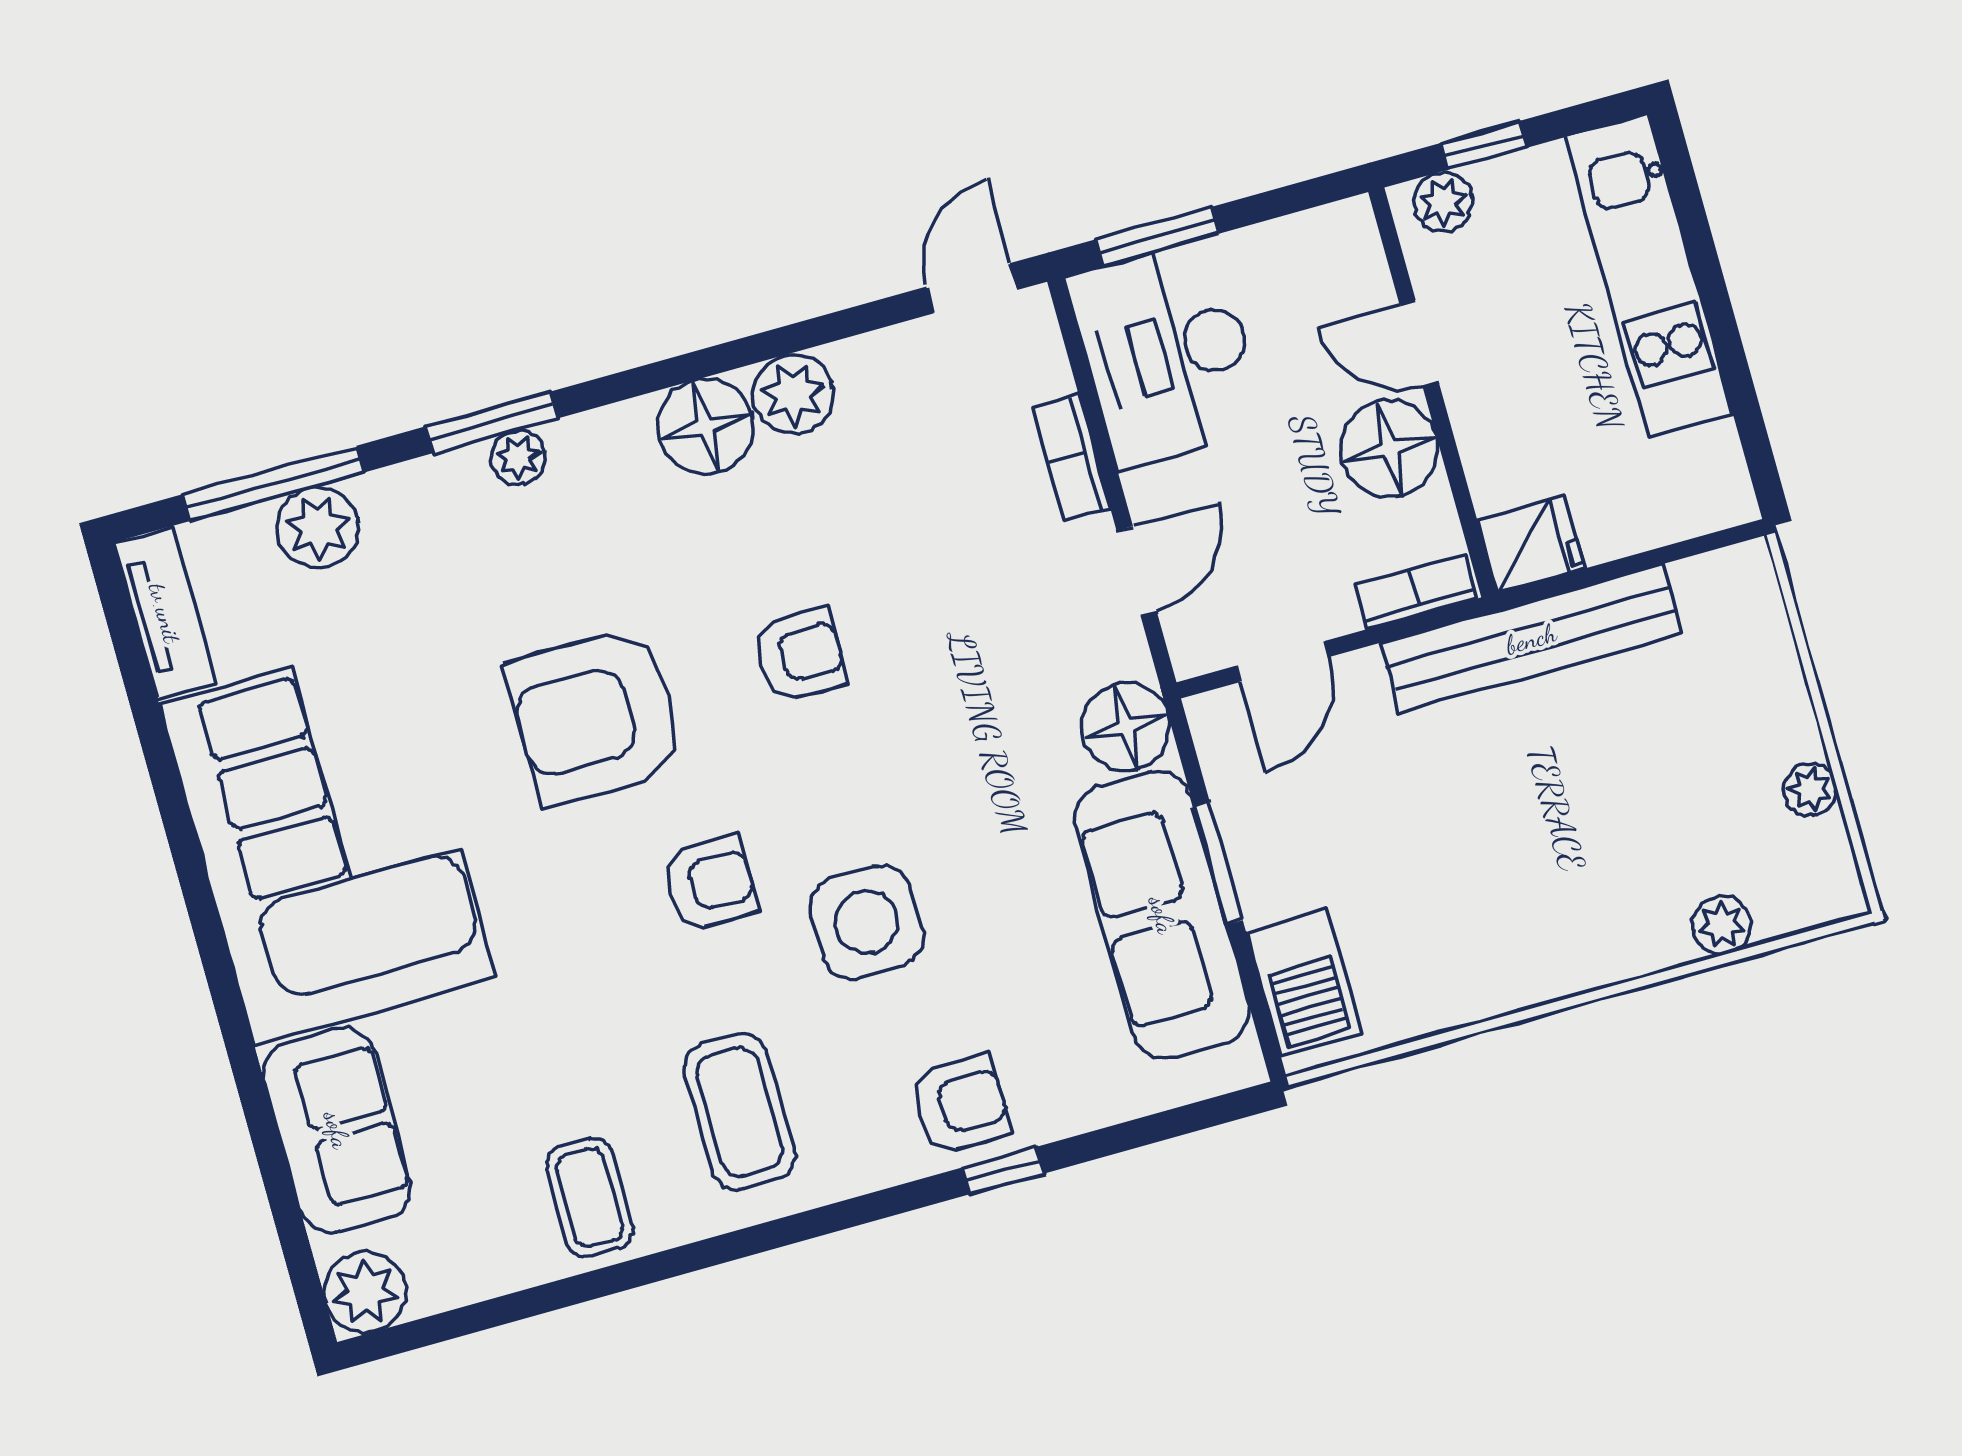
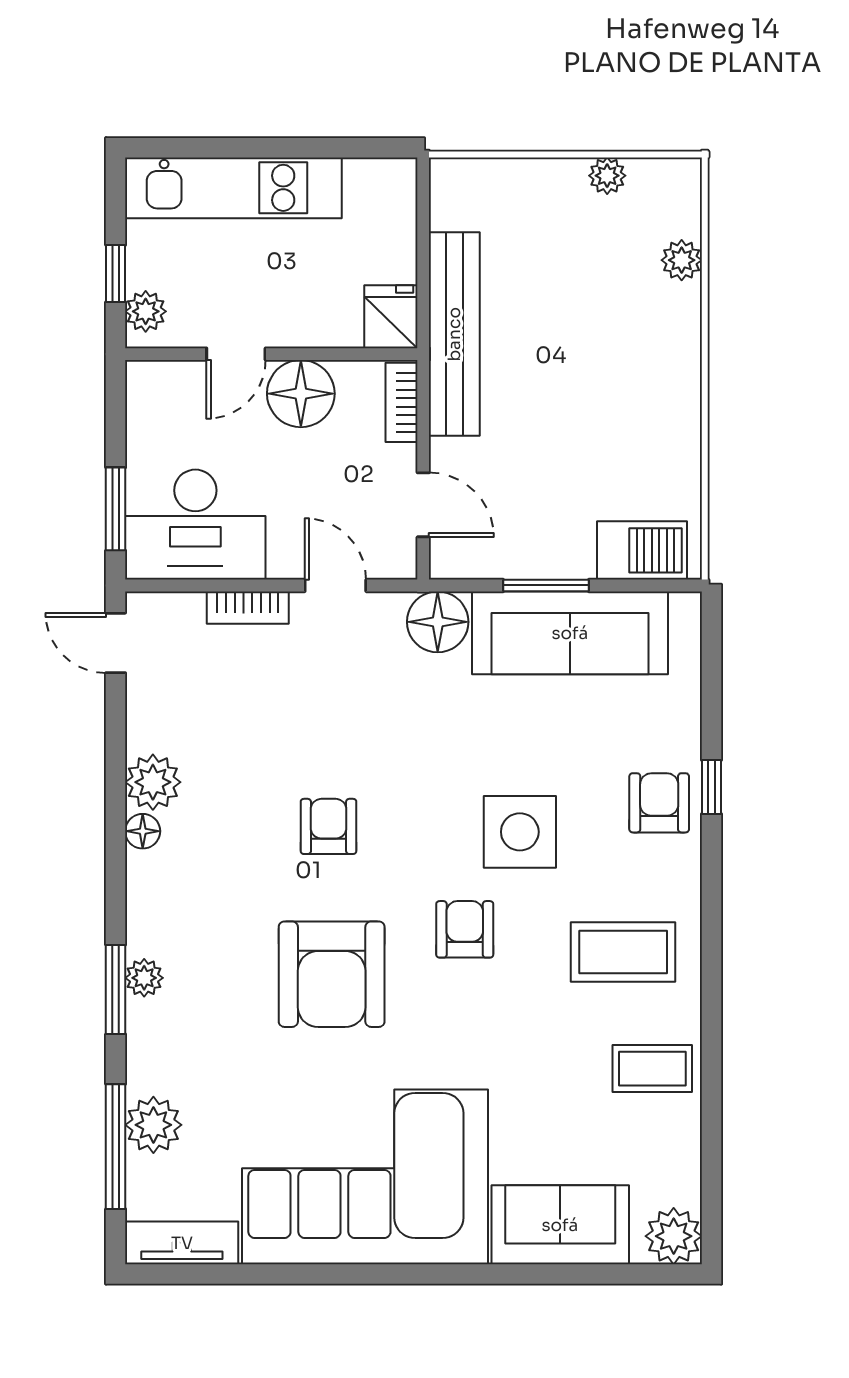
floor lamp: (706, 426) -> (143, 831), width x0.53, depth x0.53

